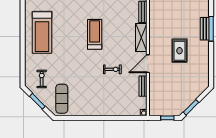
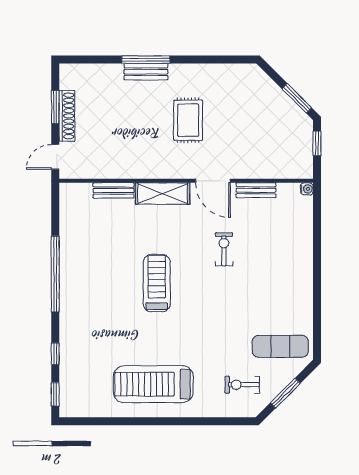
treadmill: (42, 33) -> (153, 384), turned 180
treadmill: (95, 34) -> (157, 283), turned 90
rug: (180, 51) -> (188, 120), turned 90

